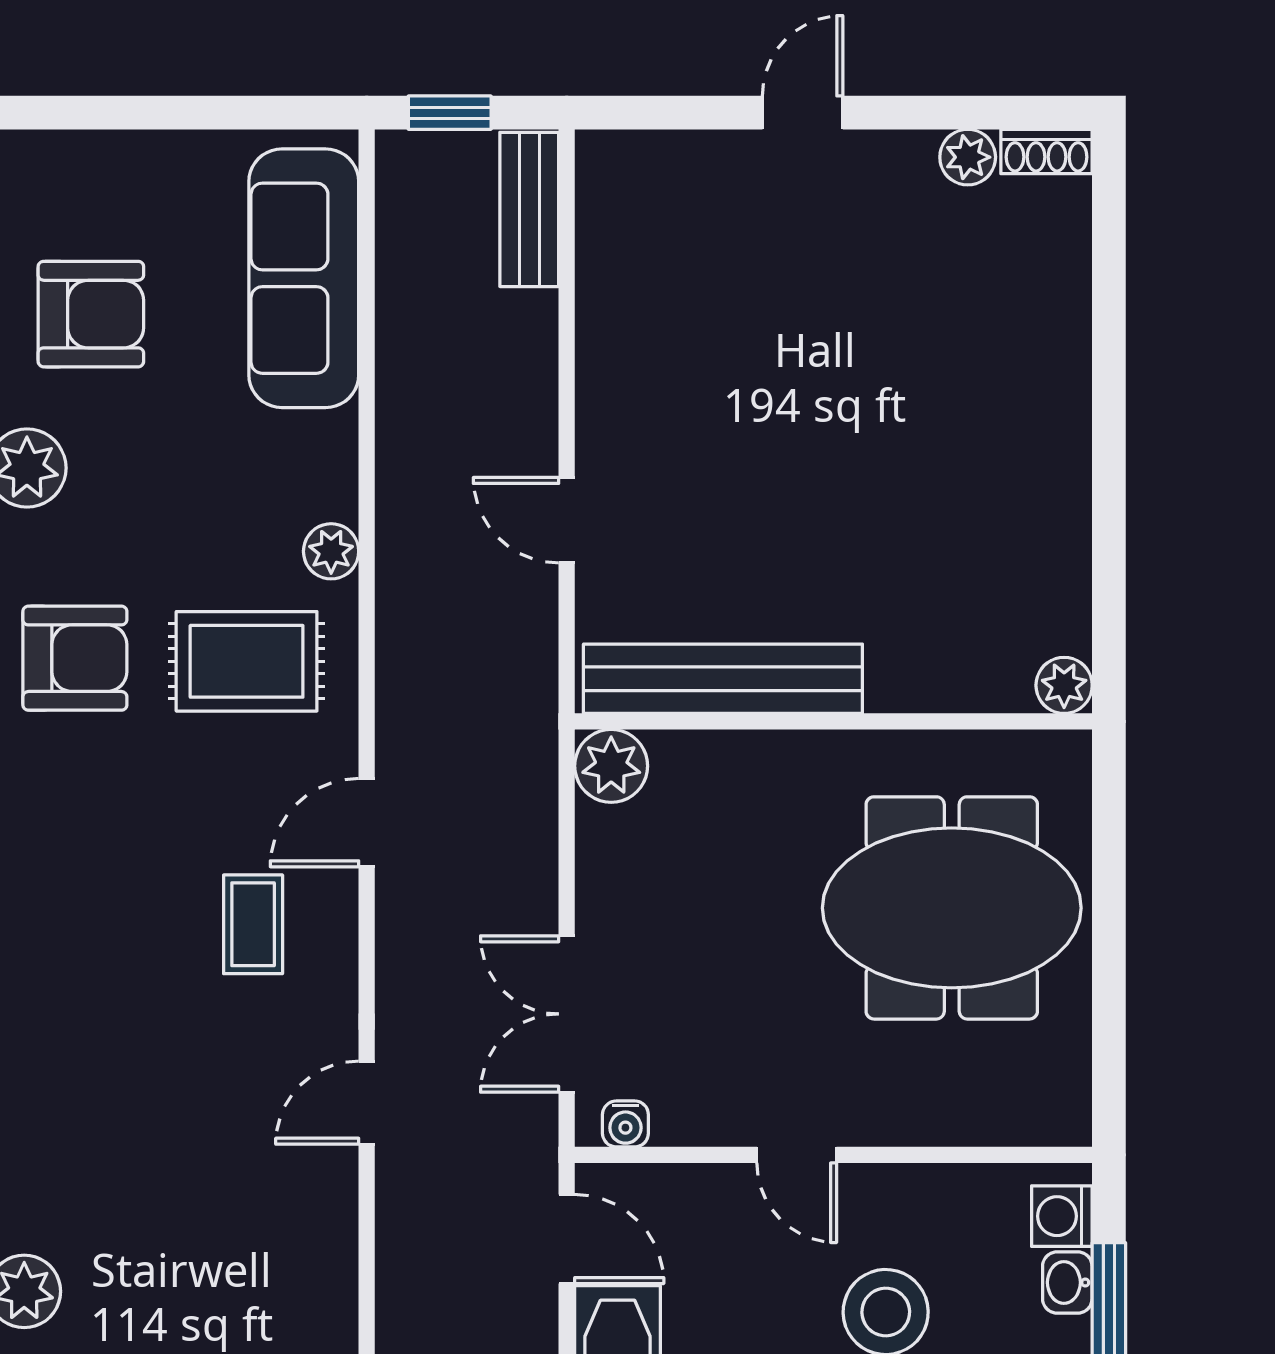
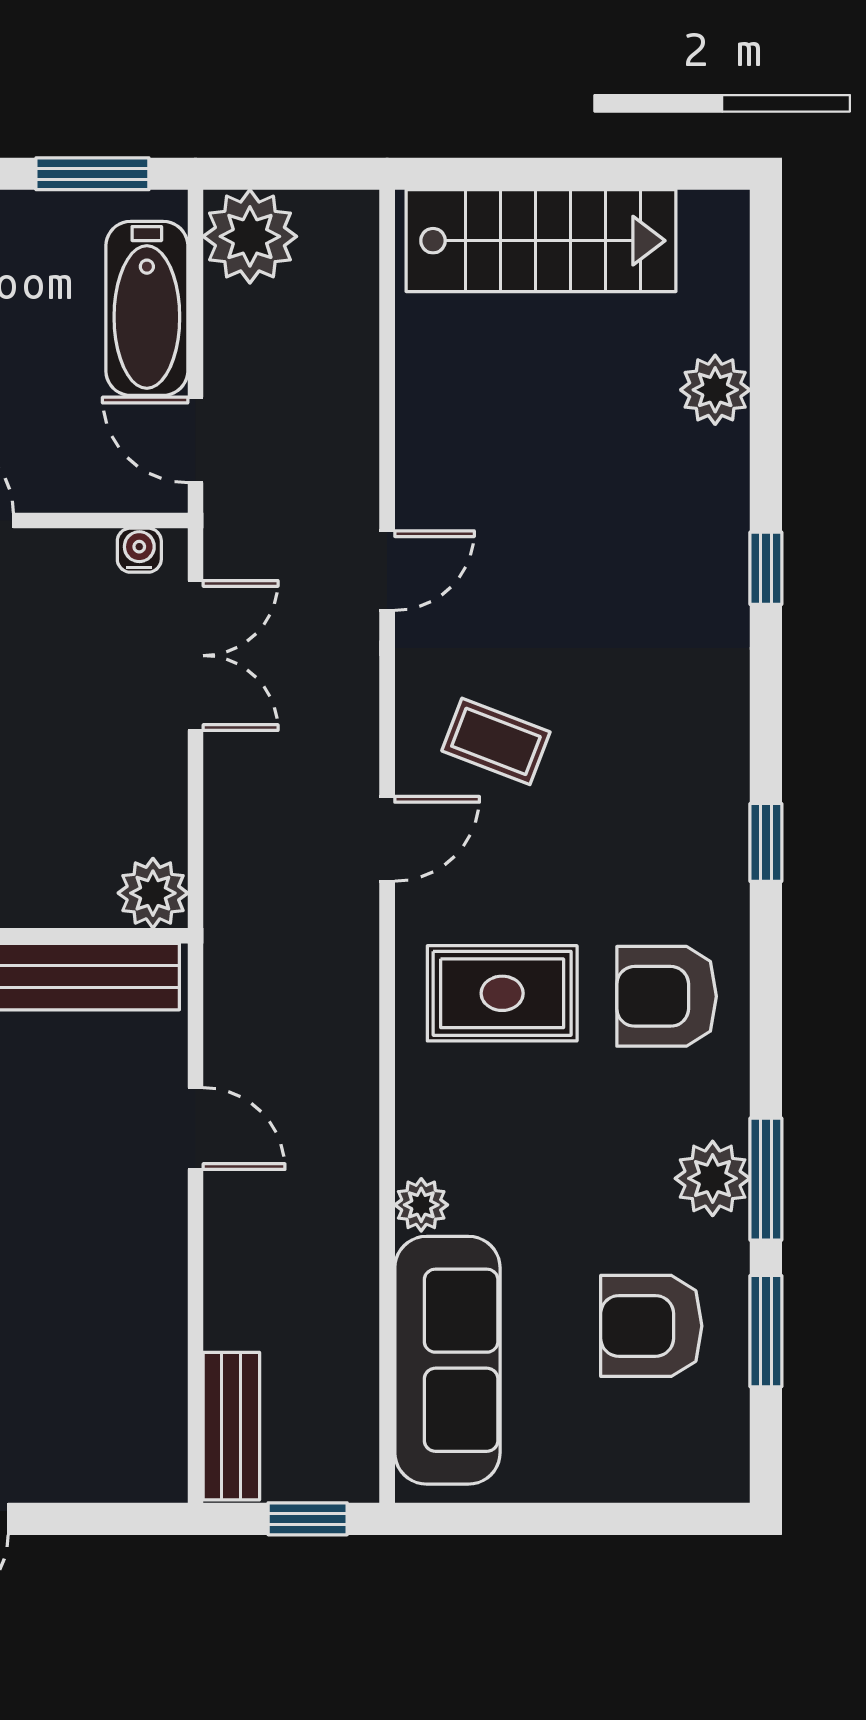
plant: (331, 551) -> (421, 1205), moved
coffee table: (253, 924) -> (496, 741), turned -69

